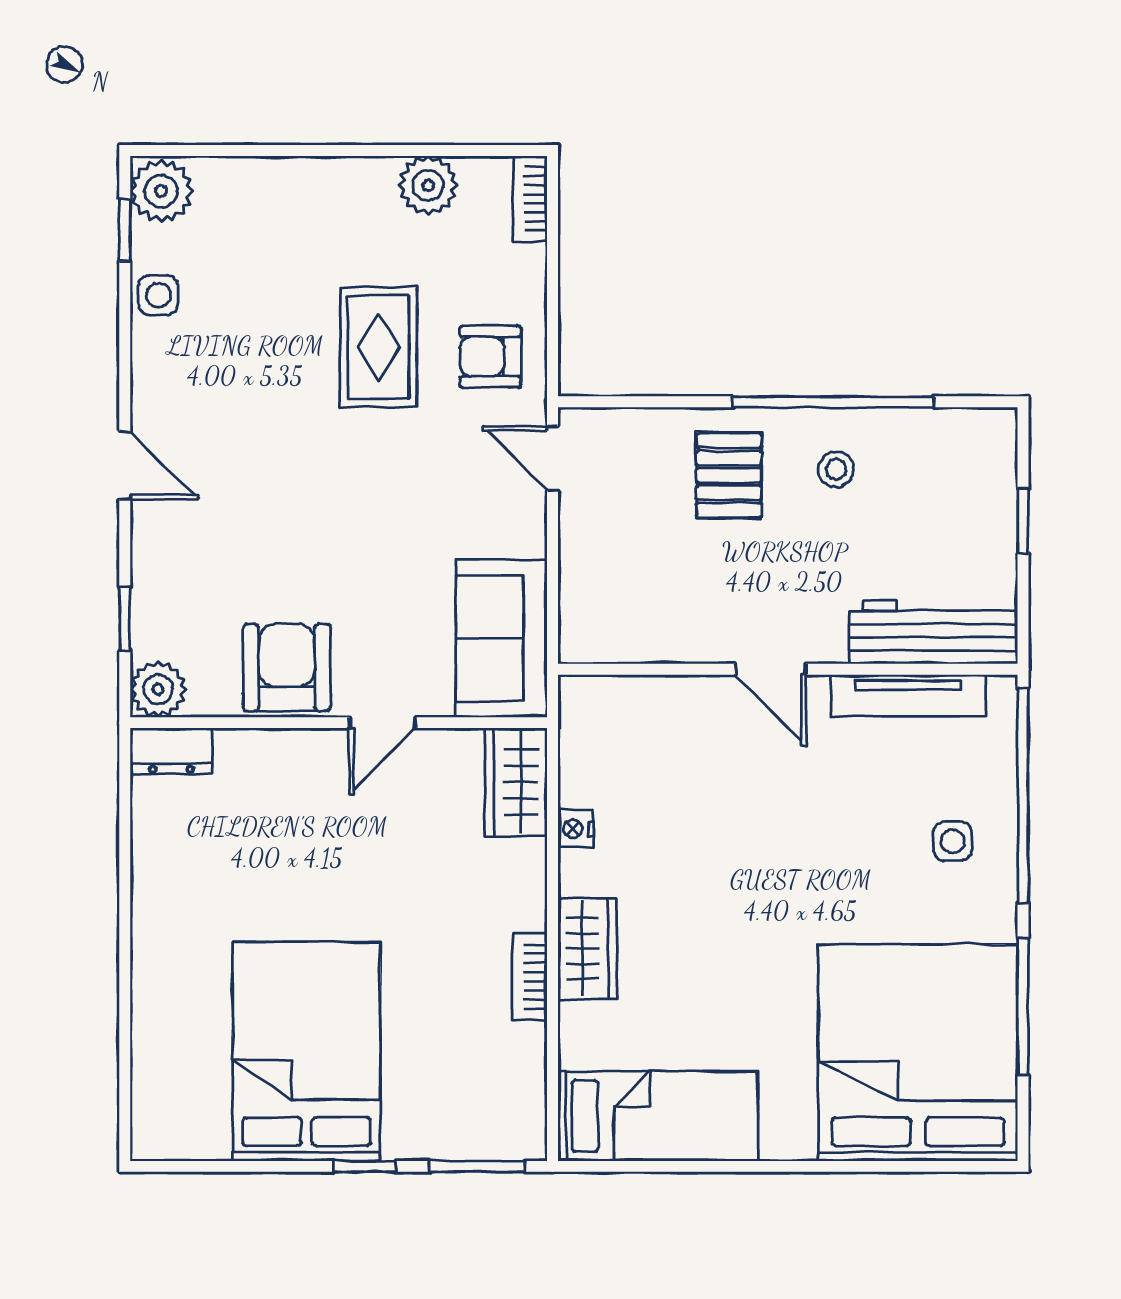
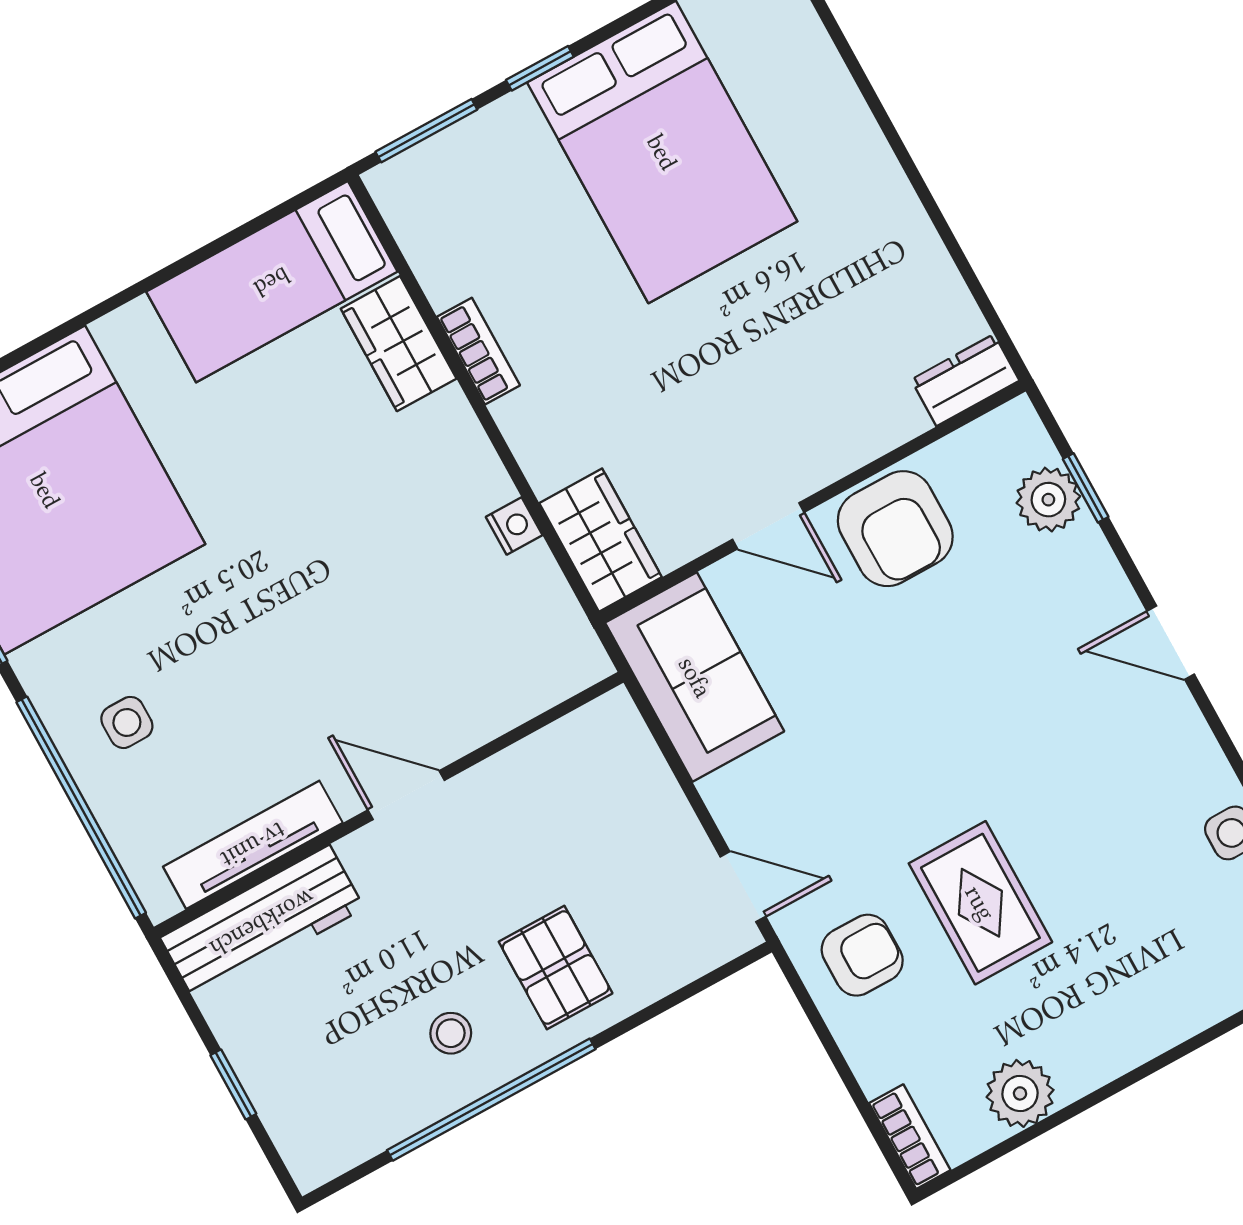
plant: (158, 689) -> (1048, 500), moved
door: (382, 723) -> (768, 526), swing flipped
wardrobe: (587, 949) -> (399, 344), moved

